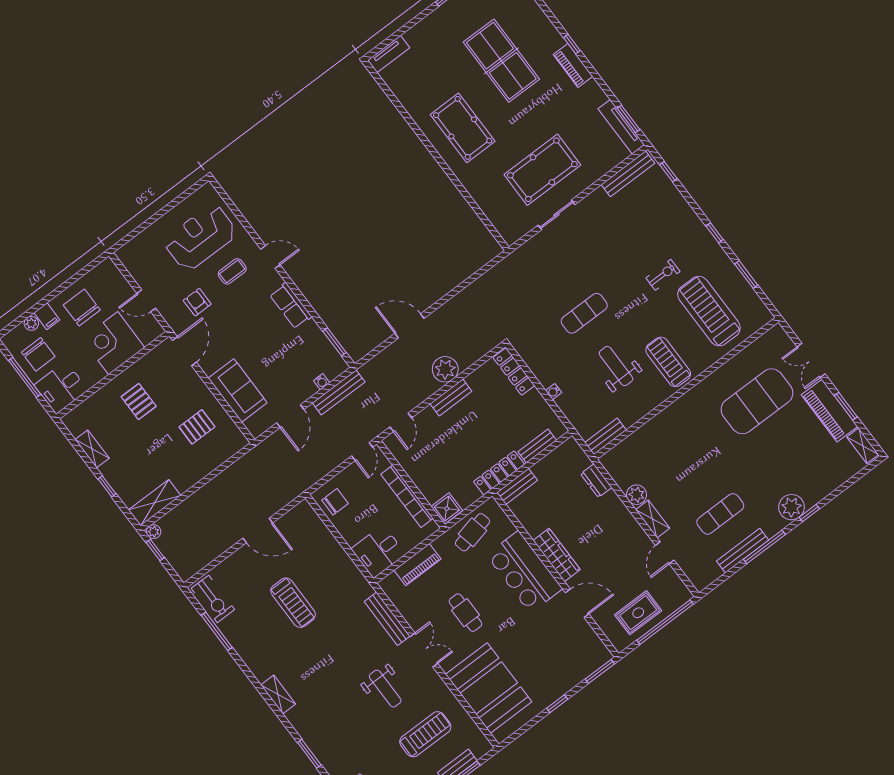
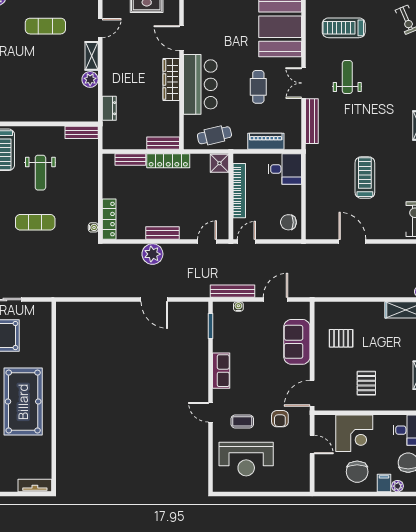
pool table: (463, 128) -> (23, 402), width x1.36, depth x1.32
water cooler: (554, 392) -> (93, 227), moved

